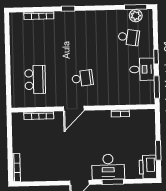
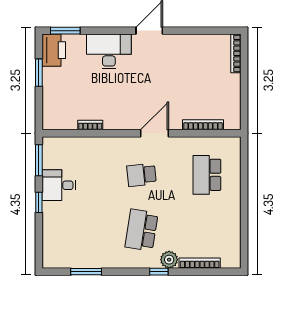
window: (136, 7) -> (86, 272), moved
plant: (136, 16) -> (169, 260), moved
school desk: (129, 37) -> (141, 230), moved, width x1.85
window: (113, 182) -> (65, 31), moved

